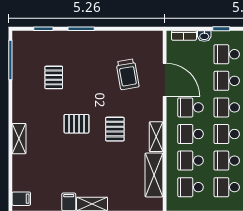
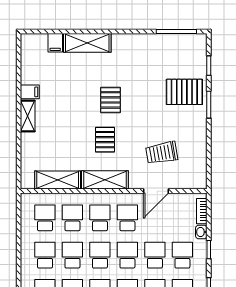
pallet: (54, 77) -> (184, 92), moved, width x1.50, depth x1.42
door: (165, 80) -> (156, 191), width x0.73
pallet: (115, 129) -> (105, 140), turned 90
shelving: (156, 137) -> (105, 180), width x1.50, depth x1.33
shelving: (19, 139) -> (87, 43), width x1.50, depth x1.33
filing cabinet: (21, 199) -> (55, 43), moved

